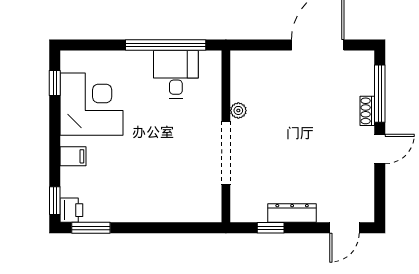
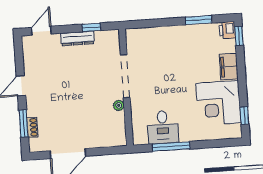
window: (166, 45) -> (171, 147), width x0.68
window: (380, 94) -> (24, 123), width x0.69
shoe rack: (367, 111) -> (32, 127), moved
filing cabinet: (73, 156) -> (229, 67), width x2.00
window: (91, 228) -> (199, 20), moved

